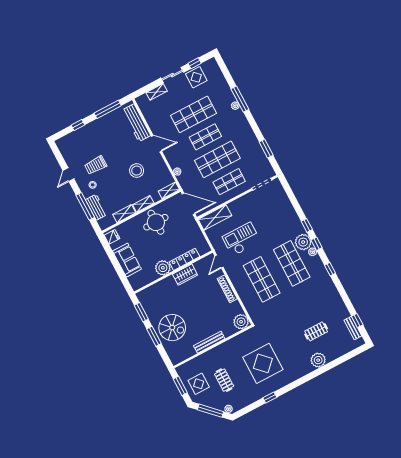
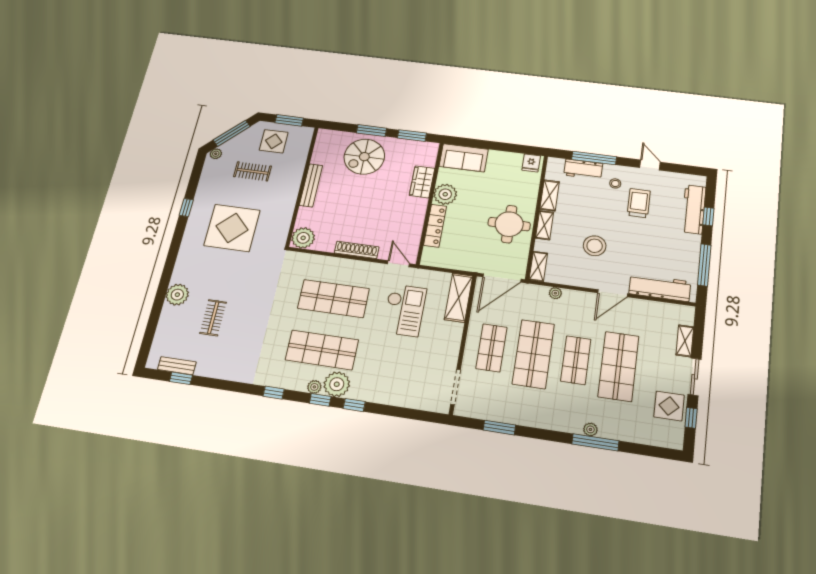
workbench: (79, 135) -> (694, 209), added
sofa: (127, 260) -> (464, 158), moved
wardrobe: (185, 275) -> (422, 182), moved

